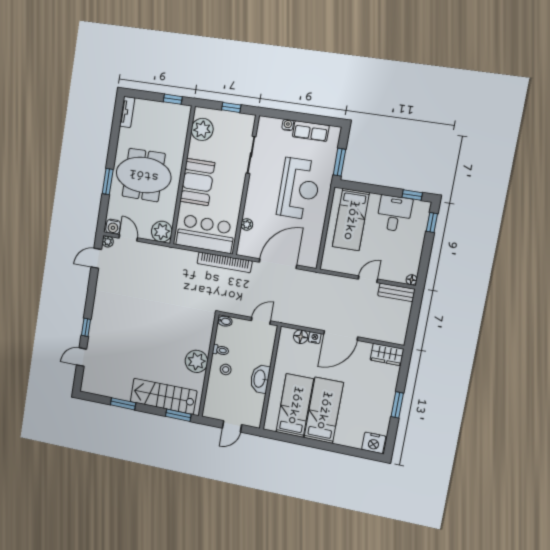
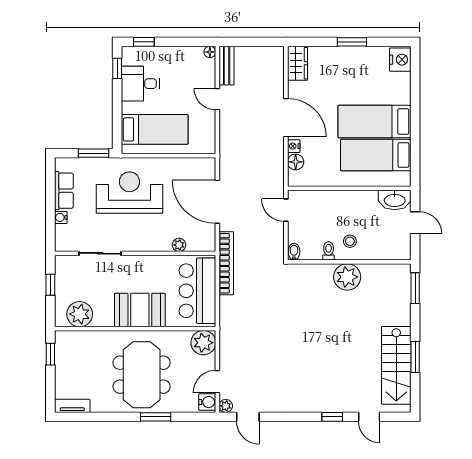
washbasin: (260, 379) -> (395, 200), moved
stairs: (163, 396) -> (396, 365), moved

